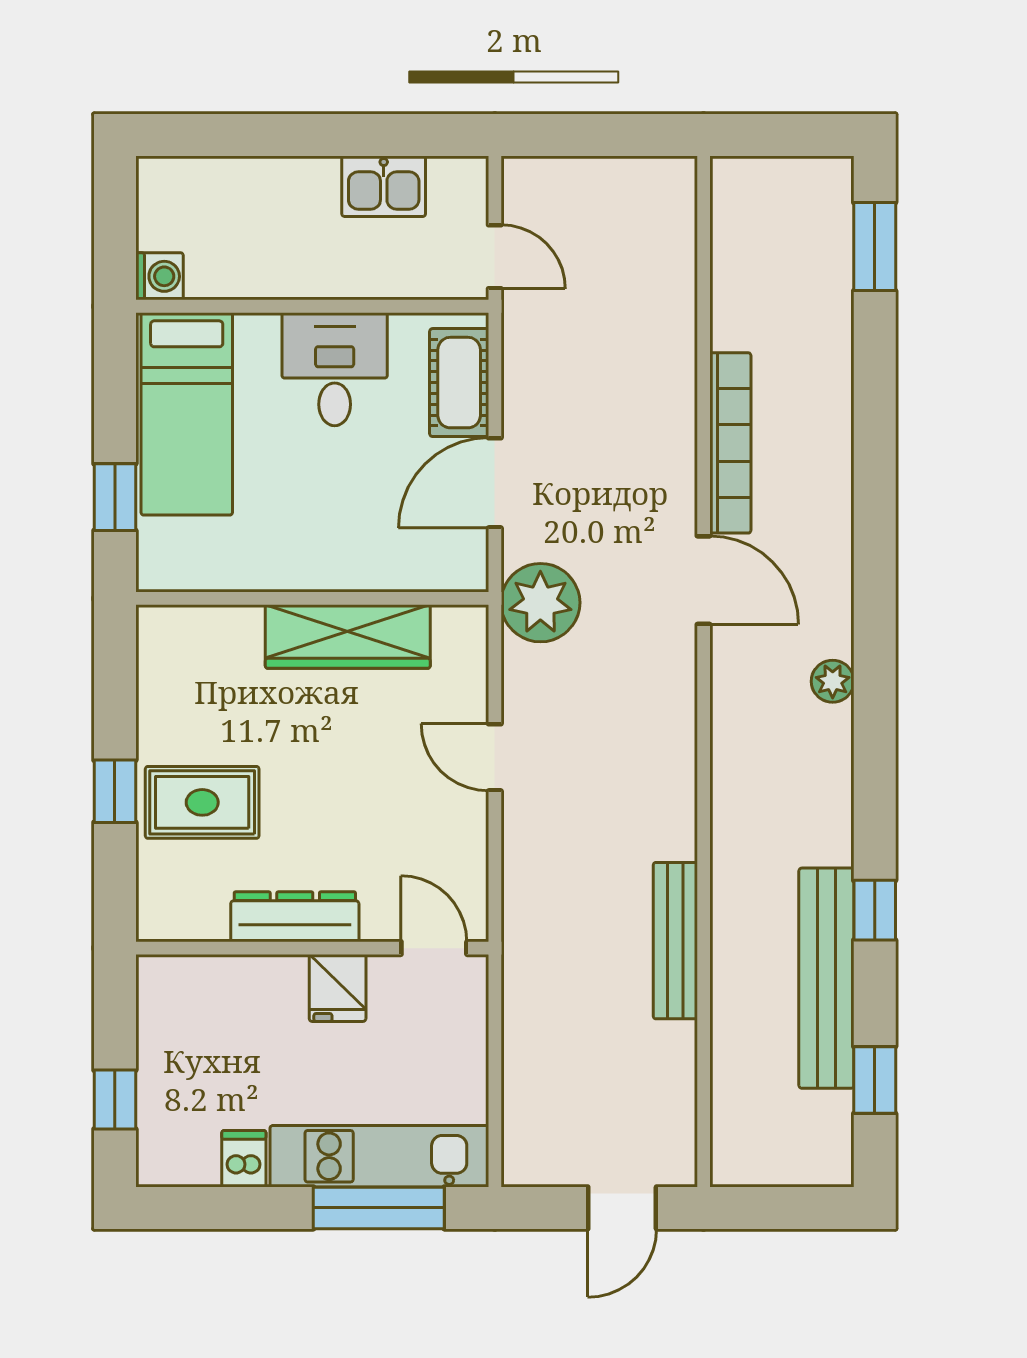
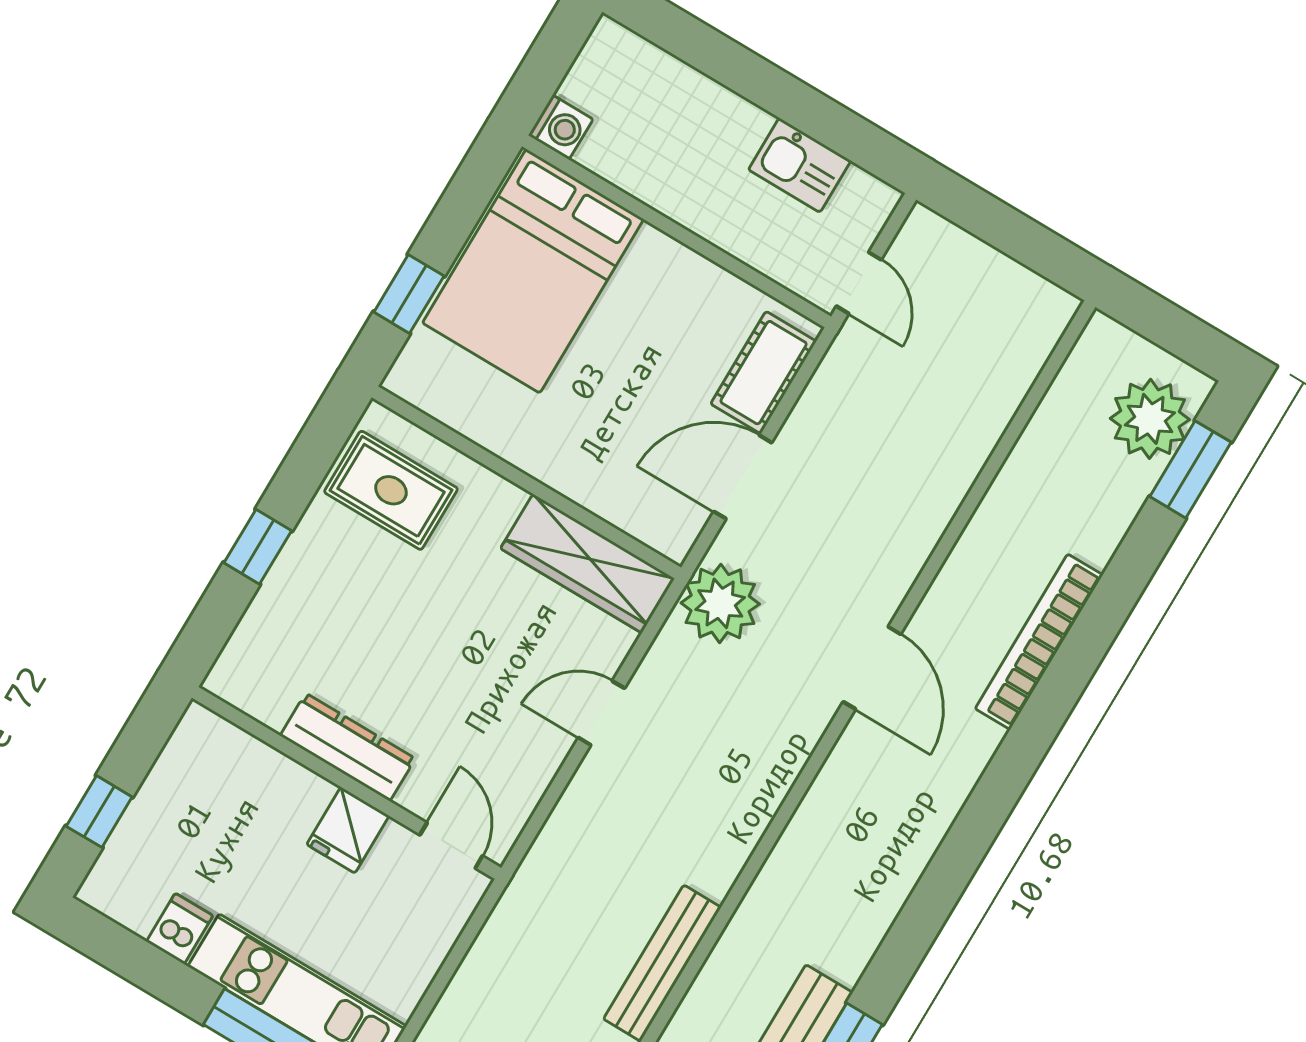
desk: (335, 369) -> (663, 297), removed
bed: (187, 414) -> (533, 271), width x1.50
bookcase: (730, 443) -> (1039, 642), moved, turned 180
wardrobe: (348, 637) -> (587, 564), moved
plant: (833, 681) -> (1150, 419), moved, width x1.88, depth x1.88
door: (495, 757) -> (601, 713), hinge flipped
rug: (202, 802) -> (391, 490), moved

